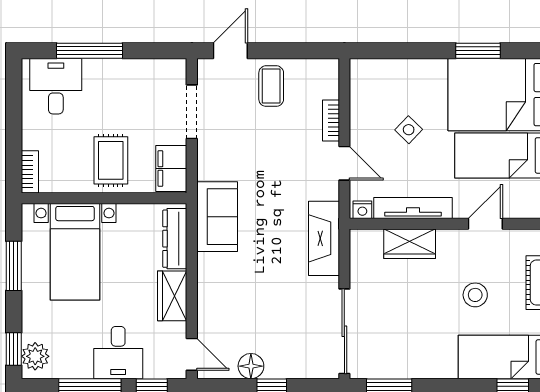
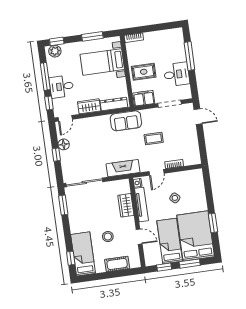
desk: (56, 86) -> (177, 74), moved
coffee table: (271, 86) -> (154, 139), moved

